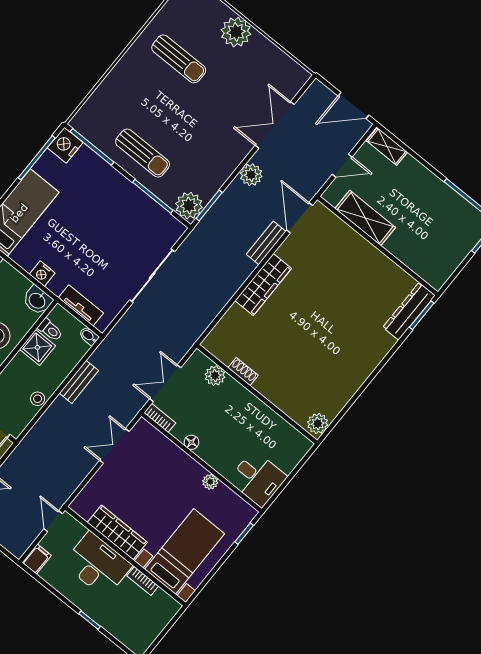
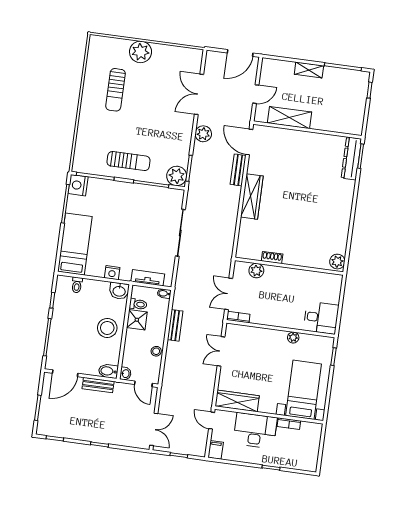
sun lounger: (179, 59) -> (115, 90), turned 90
shelving: (387, 146) -> (309, 70), moved
floor lamp: (191, 442) -> (267, 320), removed
wardrobe: (117, 532) -> (237, 401), moved

